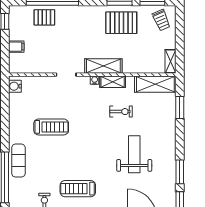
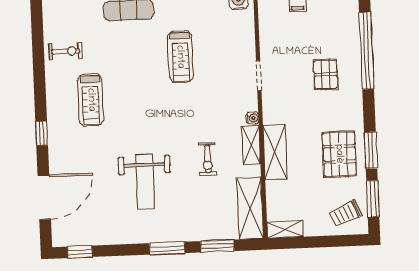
pallet: (44, 17) -> (326, 74), moved
shelving: (103, 66) -> (275, 152), moved
weight bench: (134, 154) -> (145, 181), turned 90
window: (180, 172) -> (167, 248), moved
treadmill: (78, 189) -> (91, 100), turned 180

